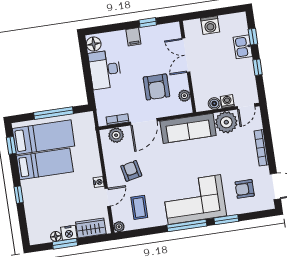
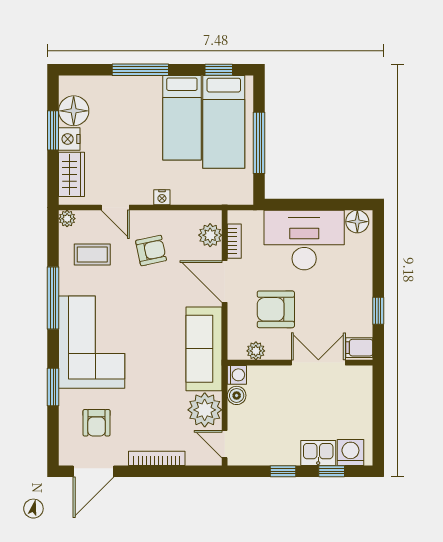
washing machine: (210, 25) -> (350, 453), moved, turned 90
filing cabinet: (133, 37) -> (359, 348), moved
desk: (105, 70) -> (304, 240), width x1.36, depth x1.30
washing machine: (227, 101) -> (237, 375), moved
nightstand: (99, 182) -> (162, 197), moved
armchair: (245, 189) -> (97, 423), turned 180
window: (19, 195) -> (140, 70), width x2.17
window: (187, 225) -> (53, 298), moved
floor lamp: (56, 236) -> (74, 111), width x1.89, depth x1.89

